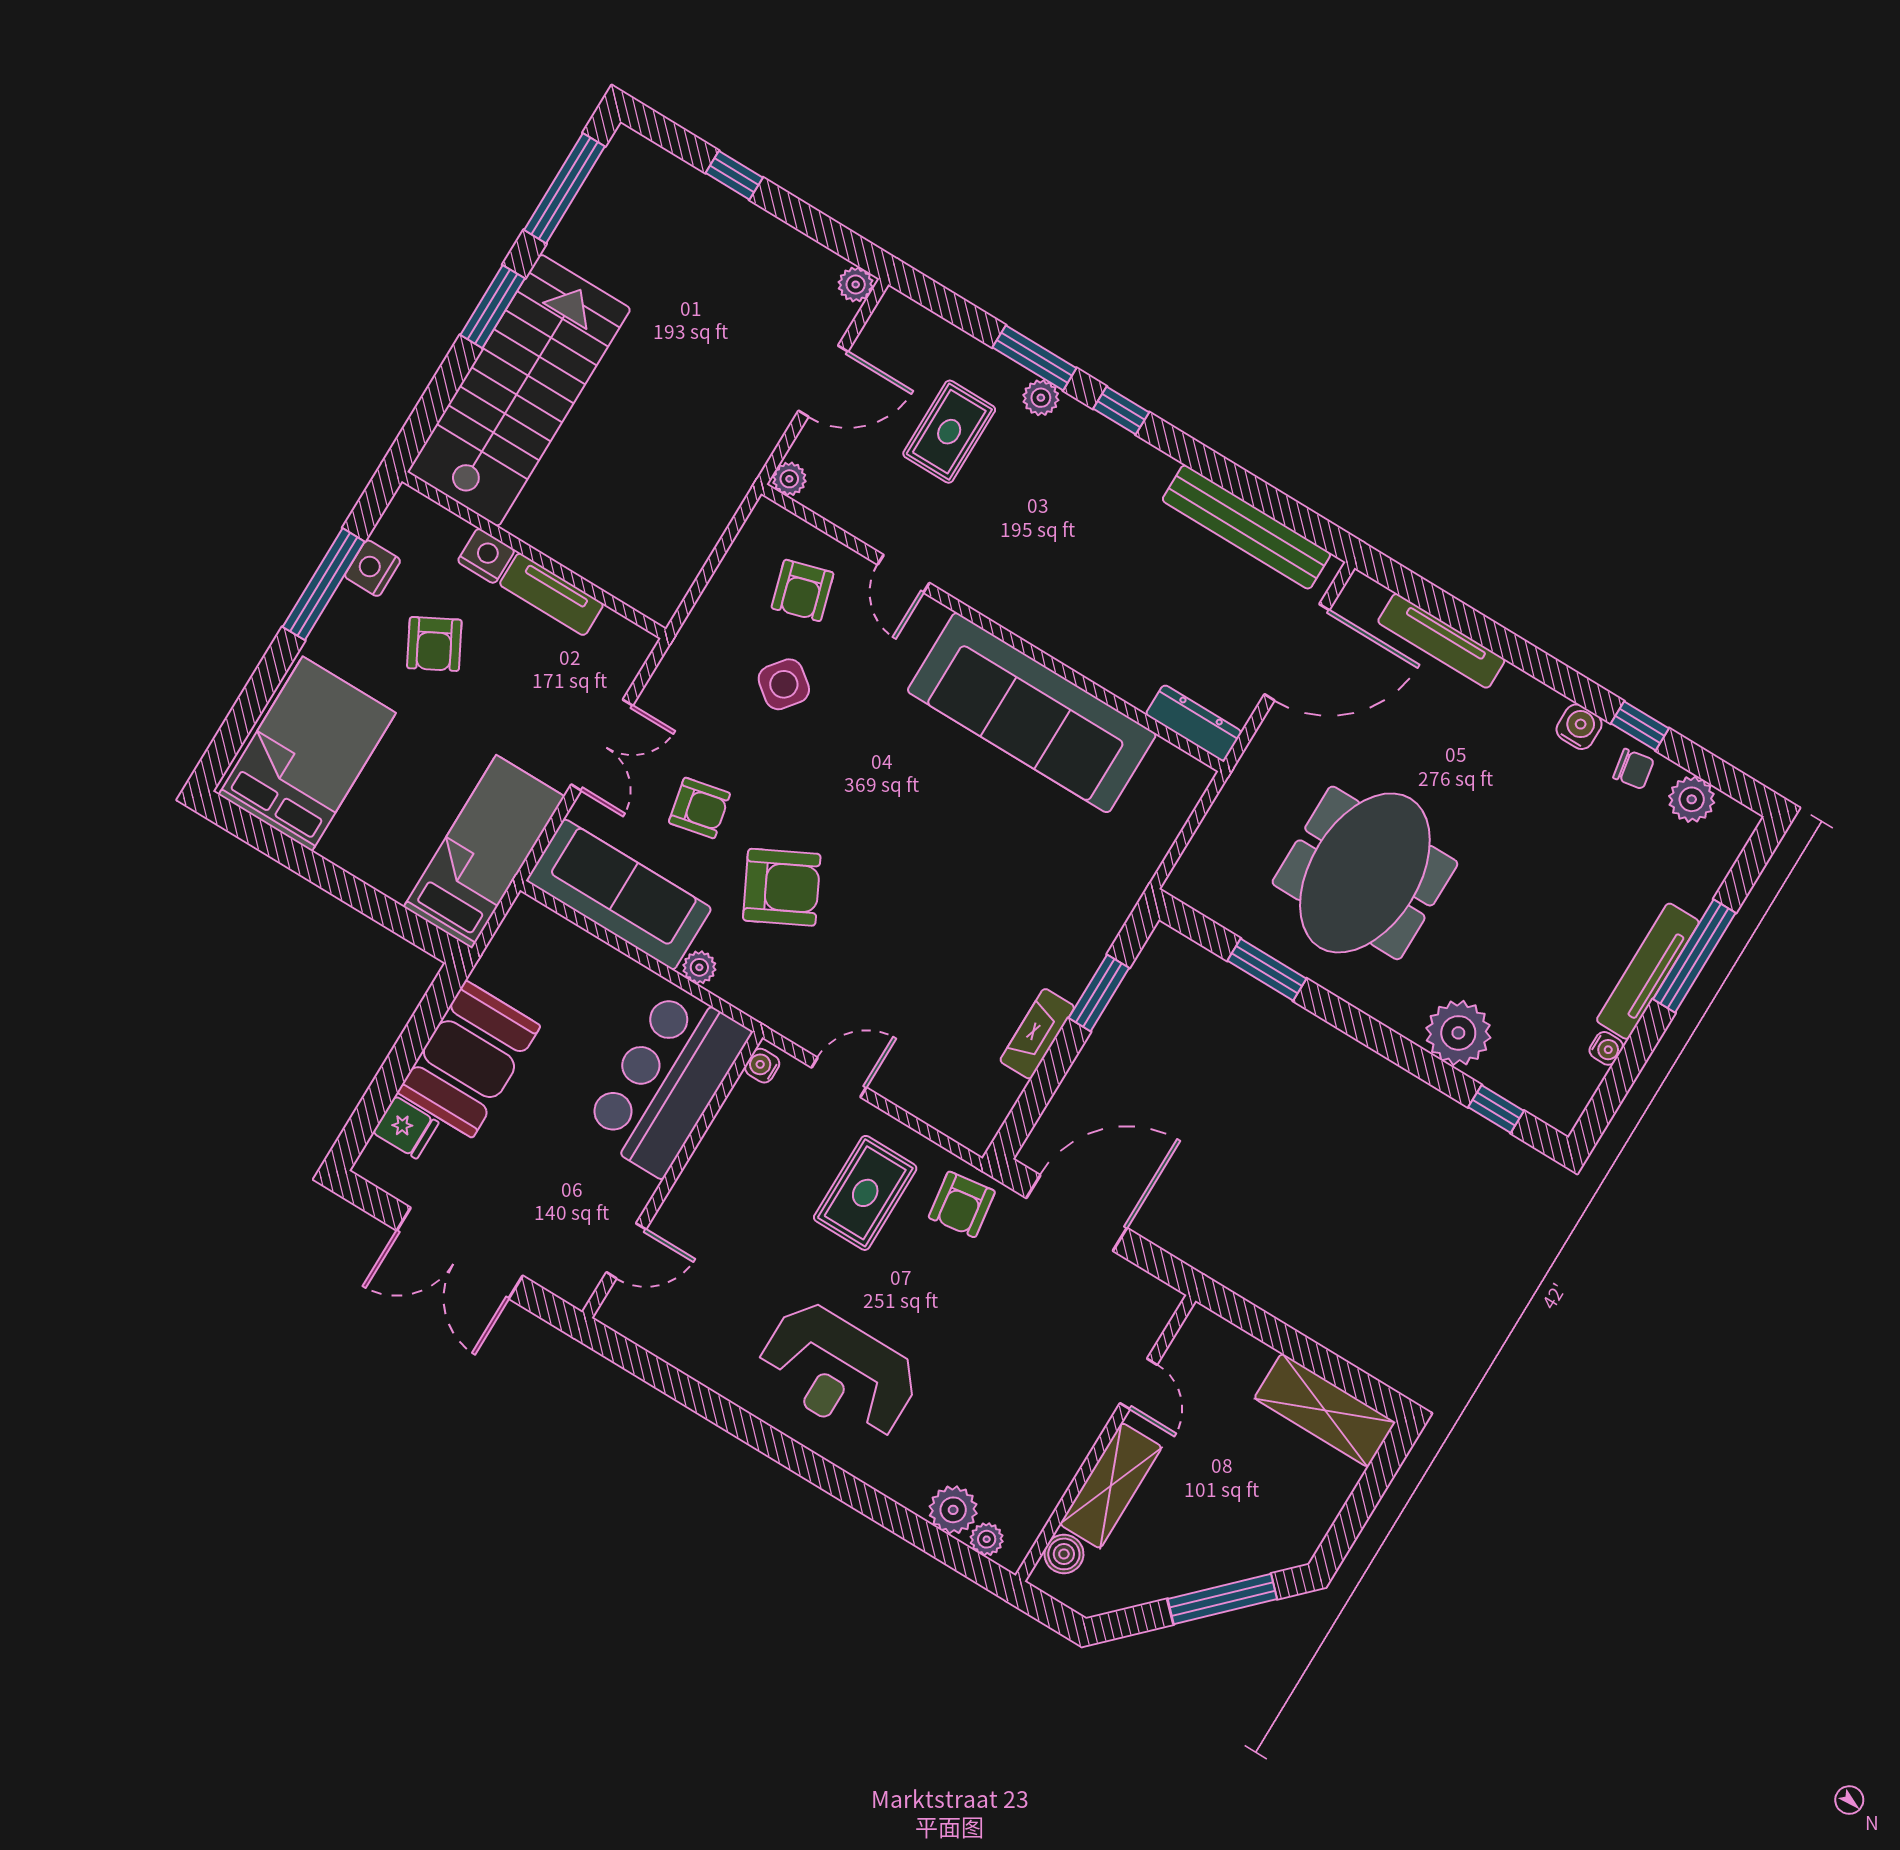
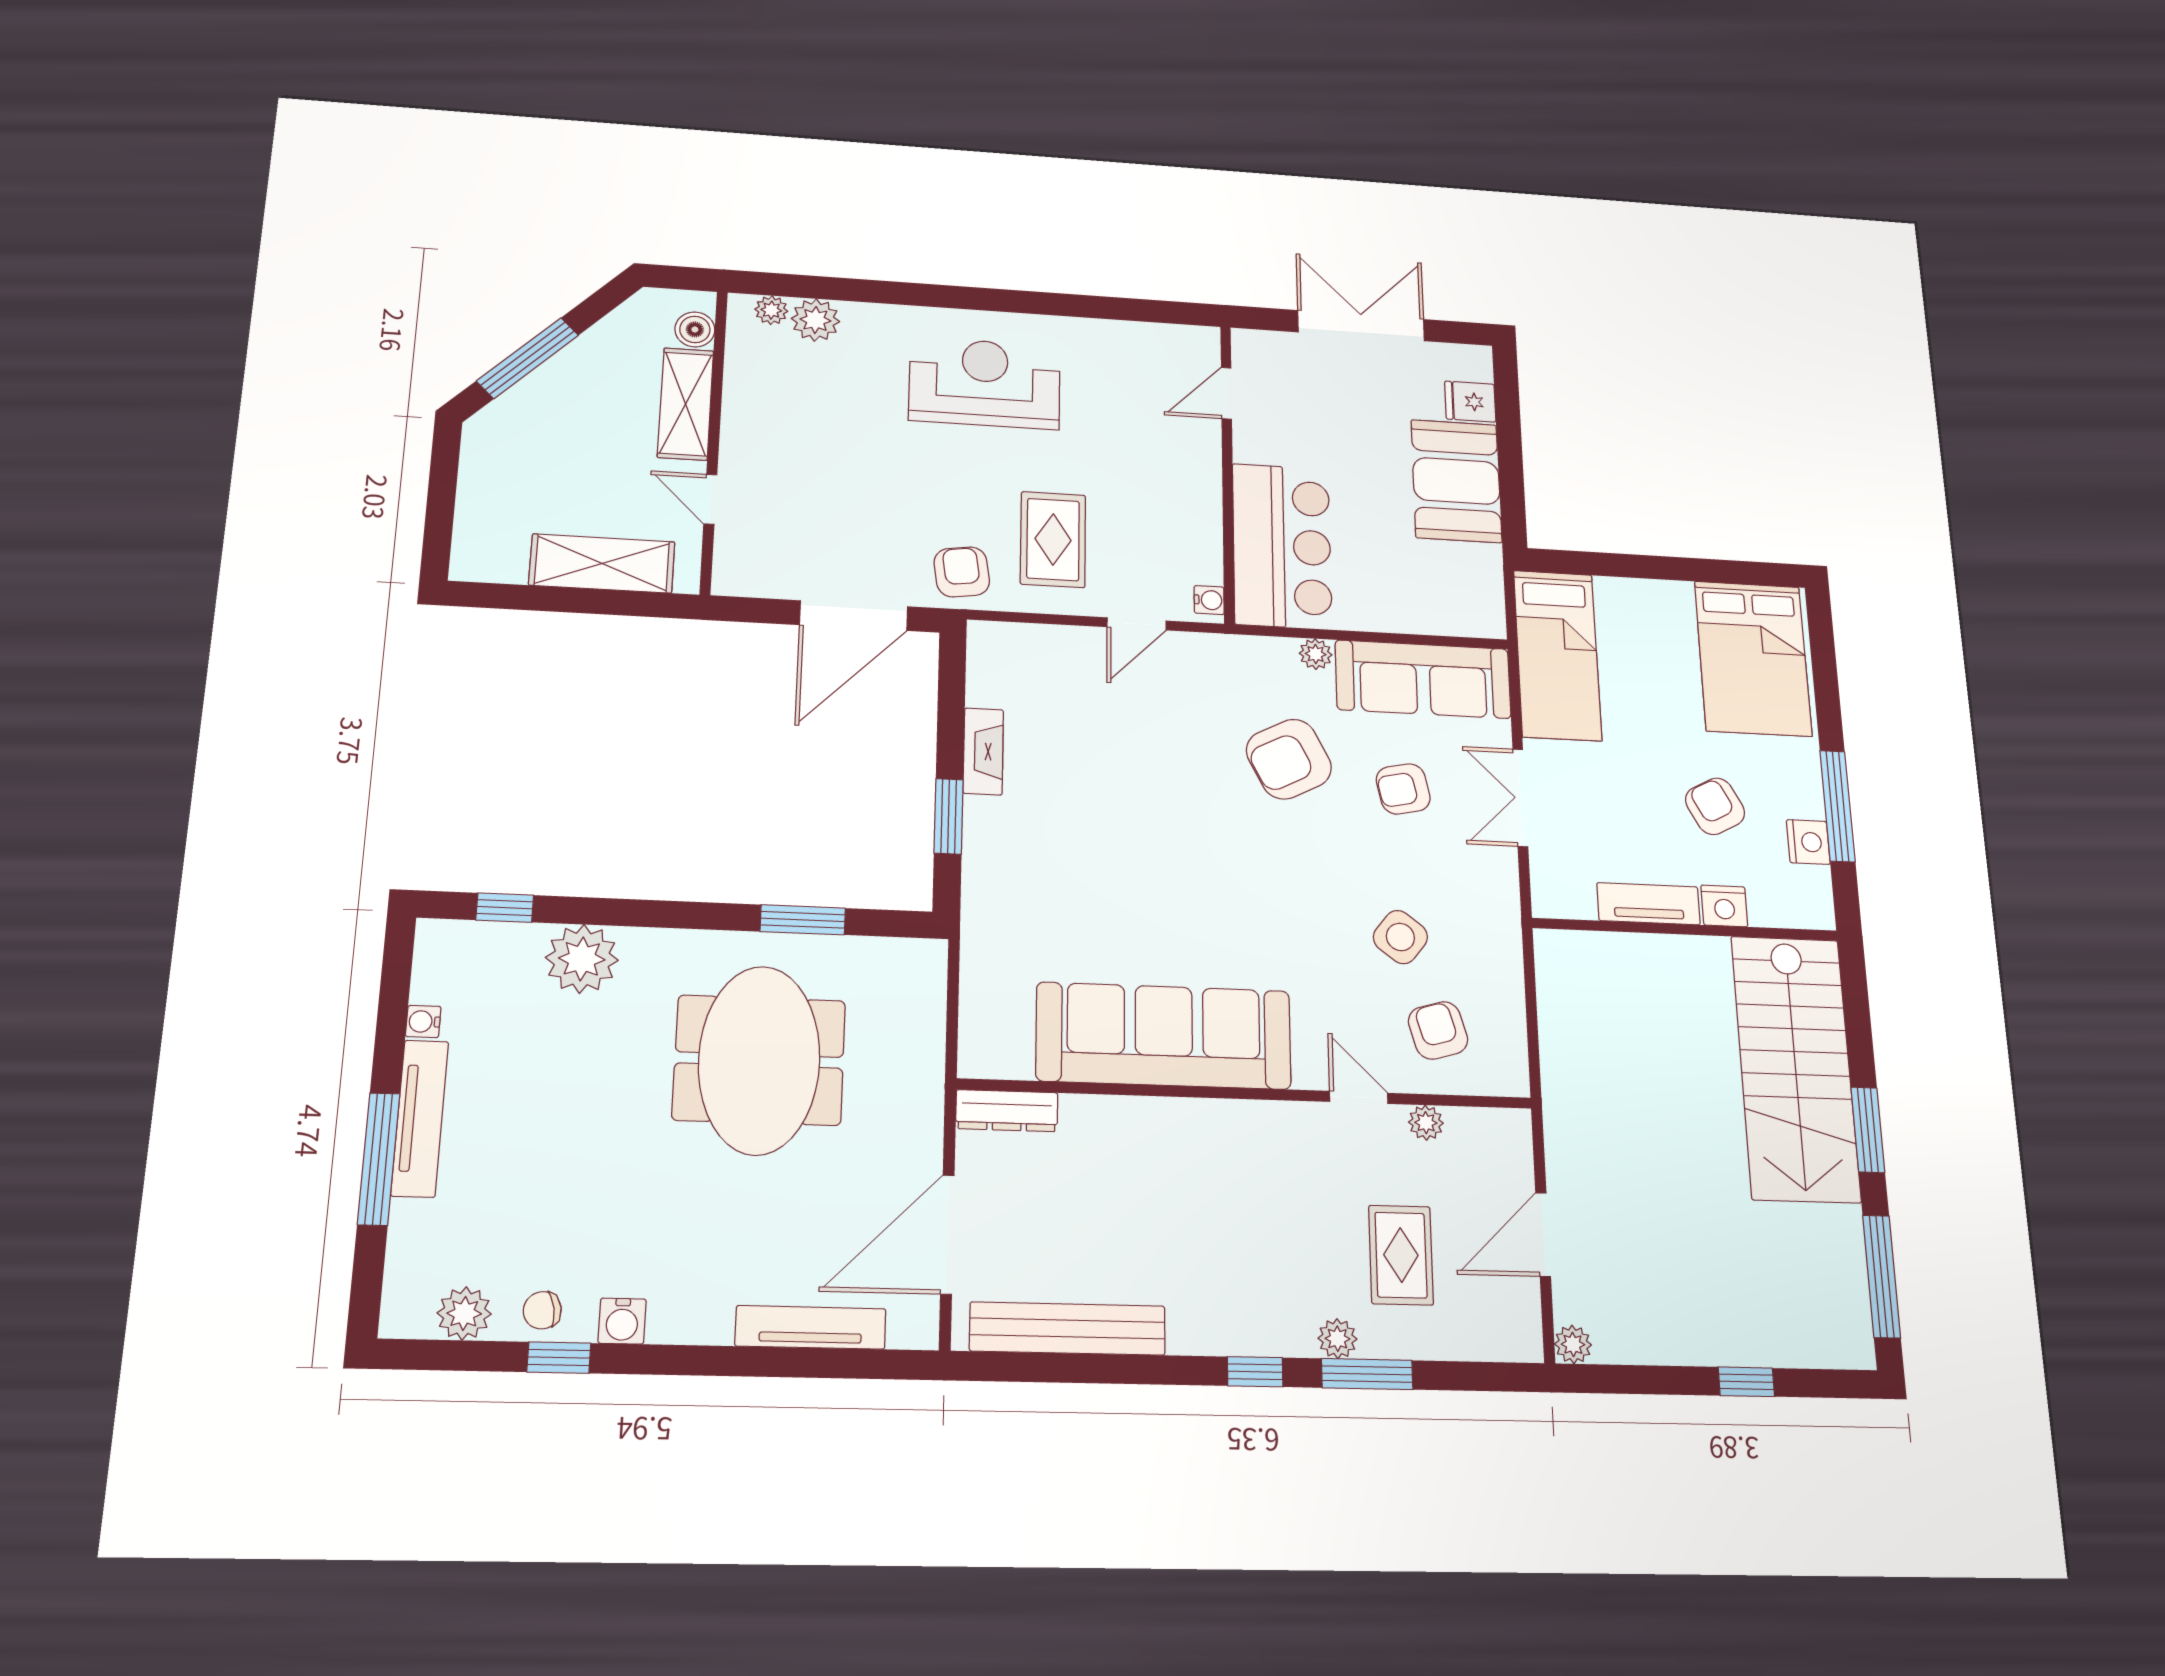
plant: (789, 479) -> (1426, 1123), moved
shelving: (1325, 1410) -> (602, 563), moved

